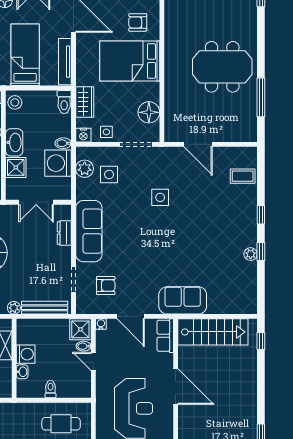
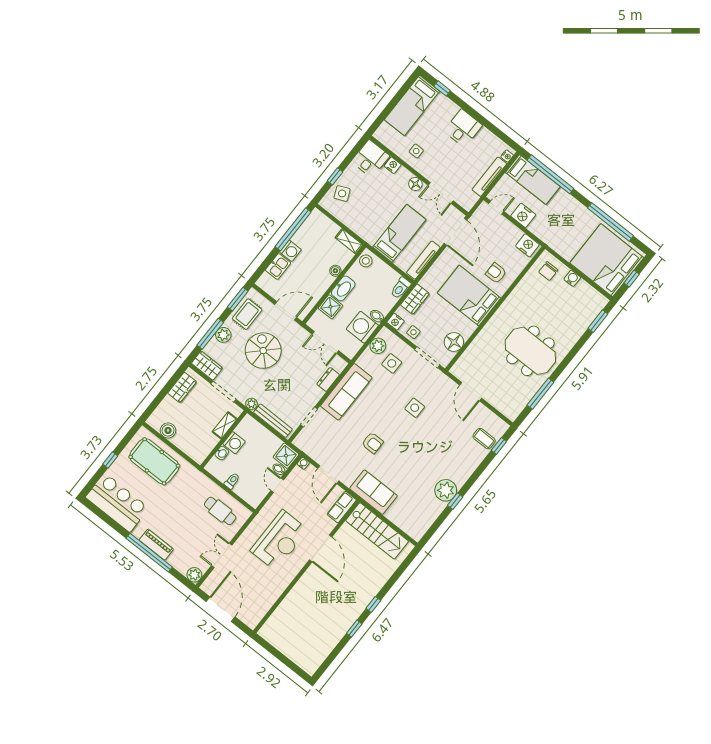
window: (261, 215) -> (499, 446), moved
plant: (251, 254) -> (446, 490), width x1.88, depth x1.88
armchair: (106, 286) -> (372, 443), moved
window: (261, 341) -> (373, 604), moved

